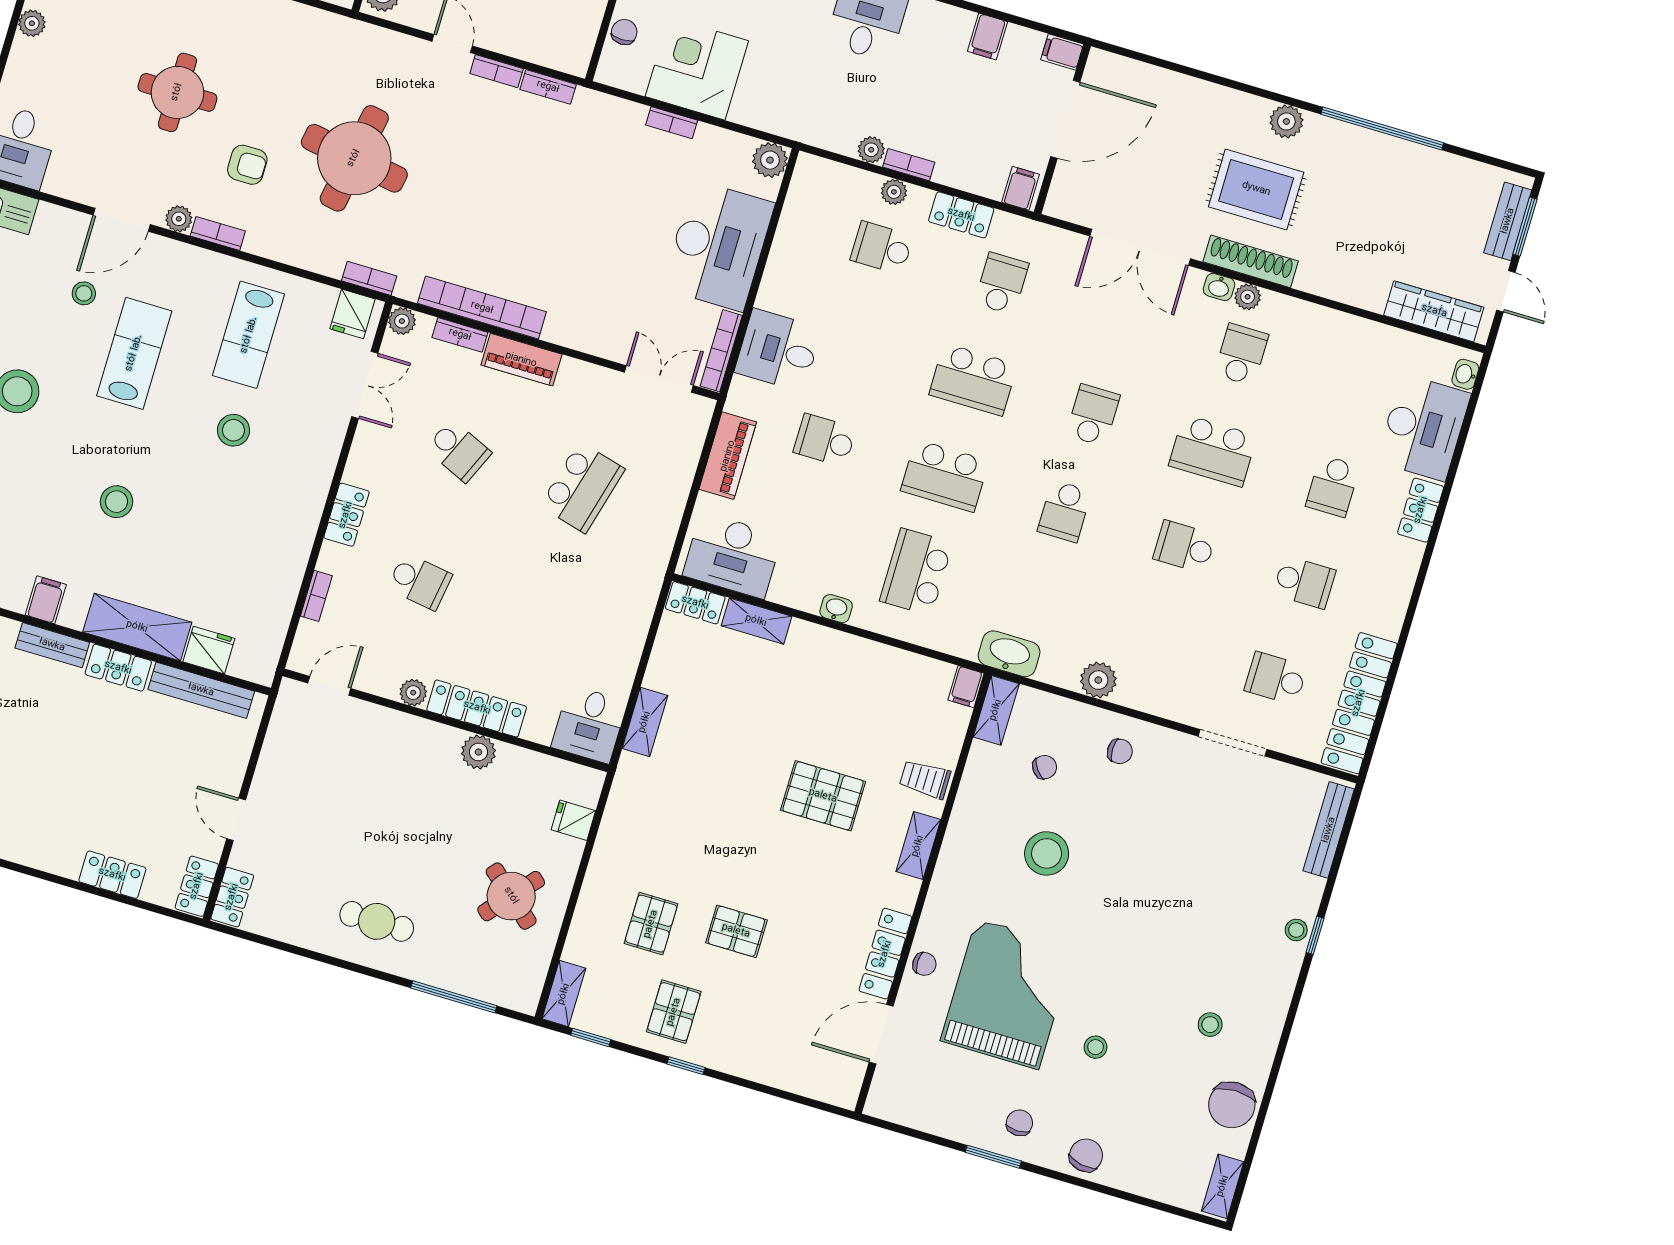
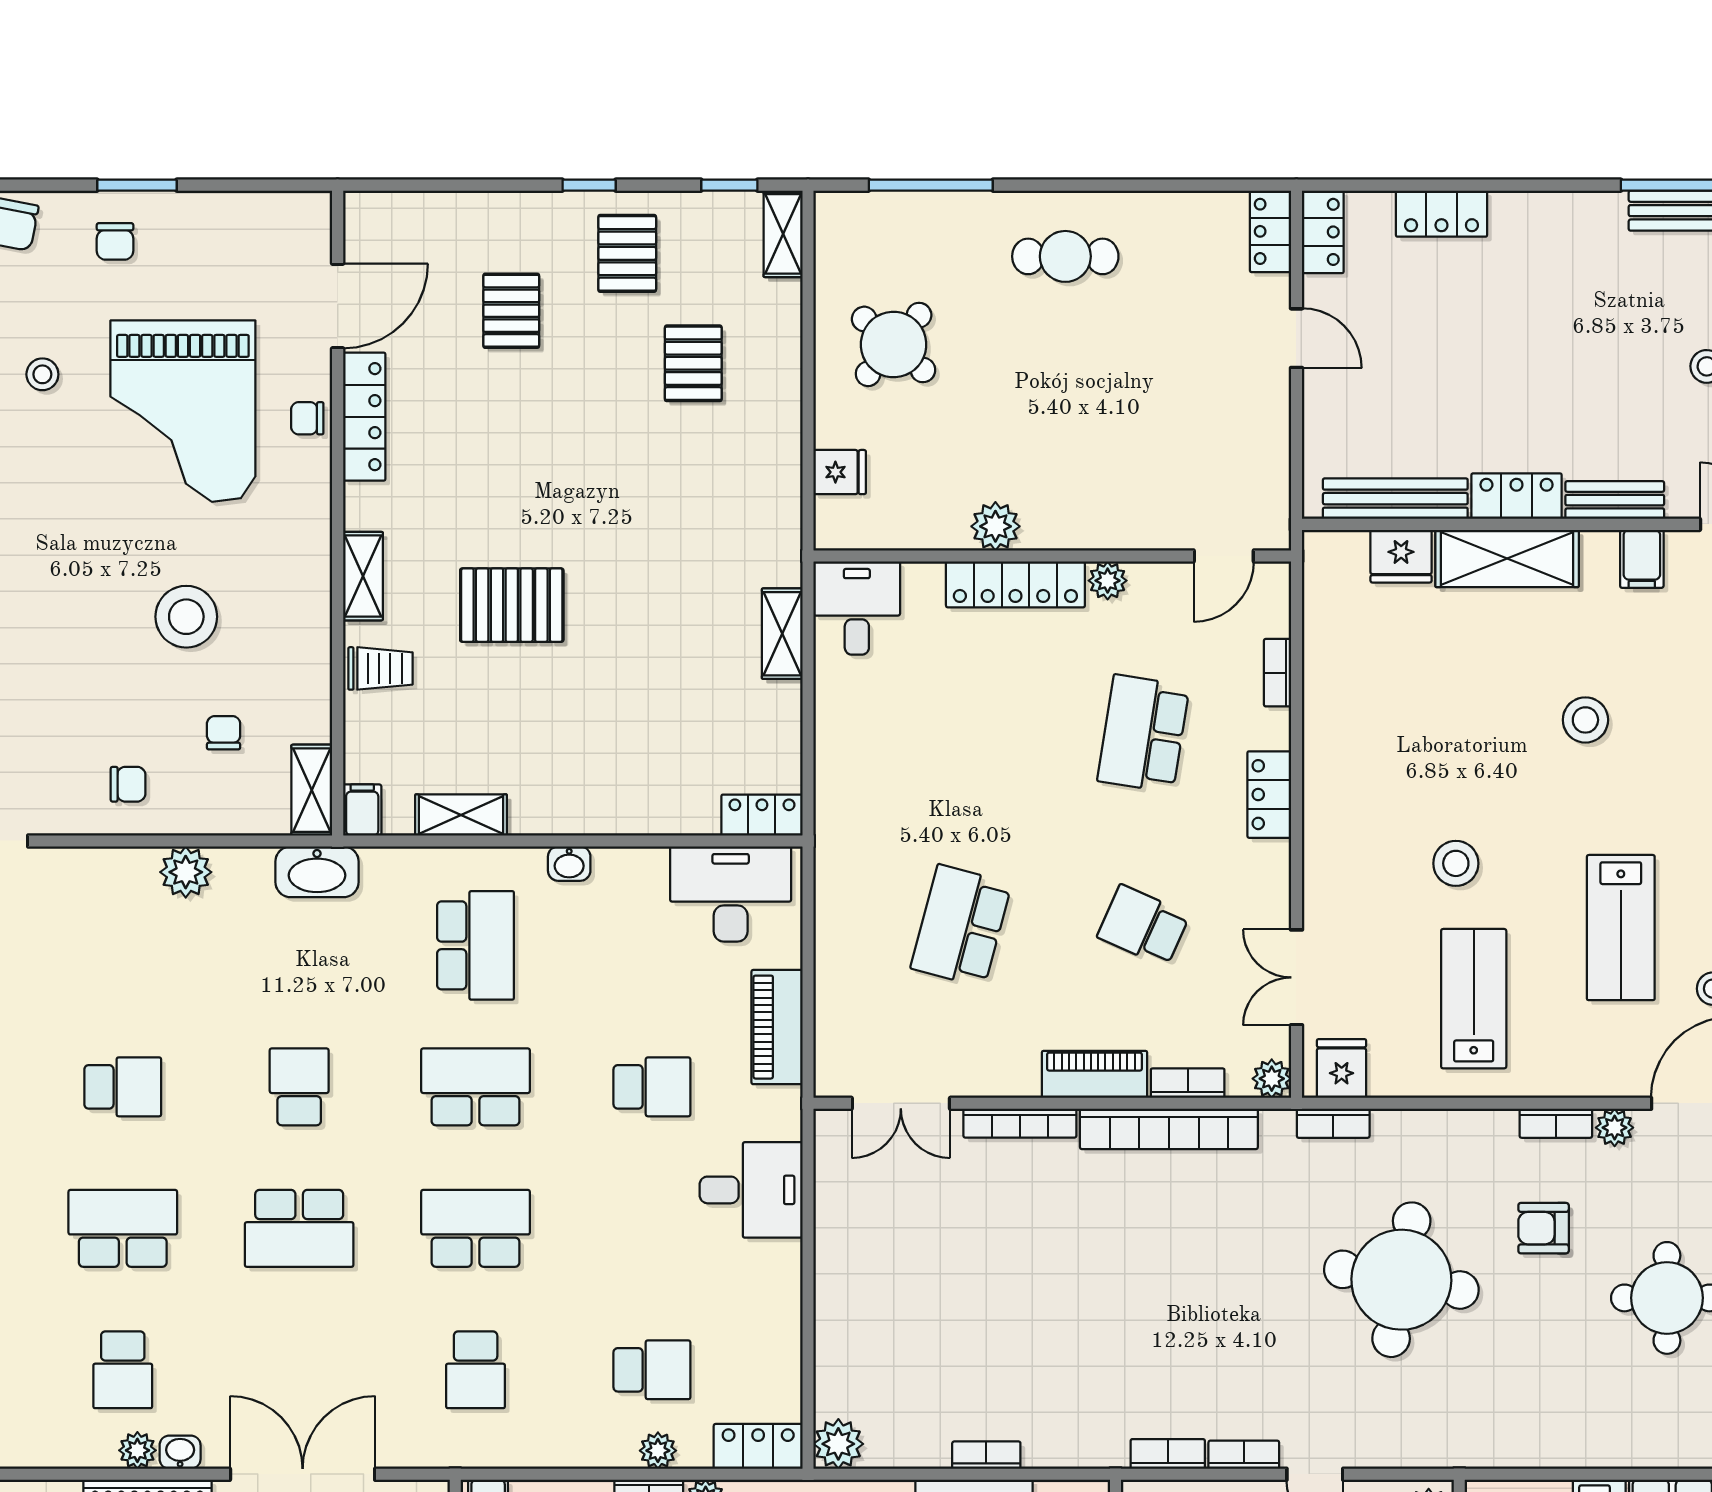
locker: (961, 215) -> (758, 1446), moved
desk: (718, 246) -> (874, 1307), removed
bookcase: (721, 351) -> (1020, 1123), moved, turned 90
school desk: (1093, 415) -> (299, 1228), width x1.85
school desk: (420, 581) -> (1143, 733), width x1.85
shelving: (756, 621) -> (461, 815), moved
chair: (1120, 751) -> (128, 784), turned 180
chair: (1045, 767) -> (224, 733), turned 127
pallet: (736, 931) -> (511, 311), moved, turned 90

